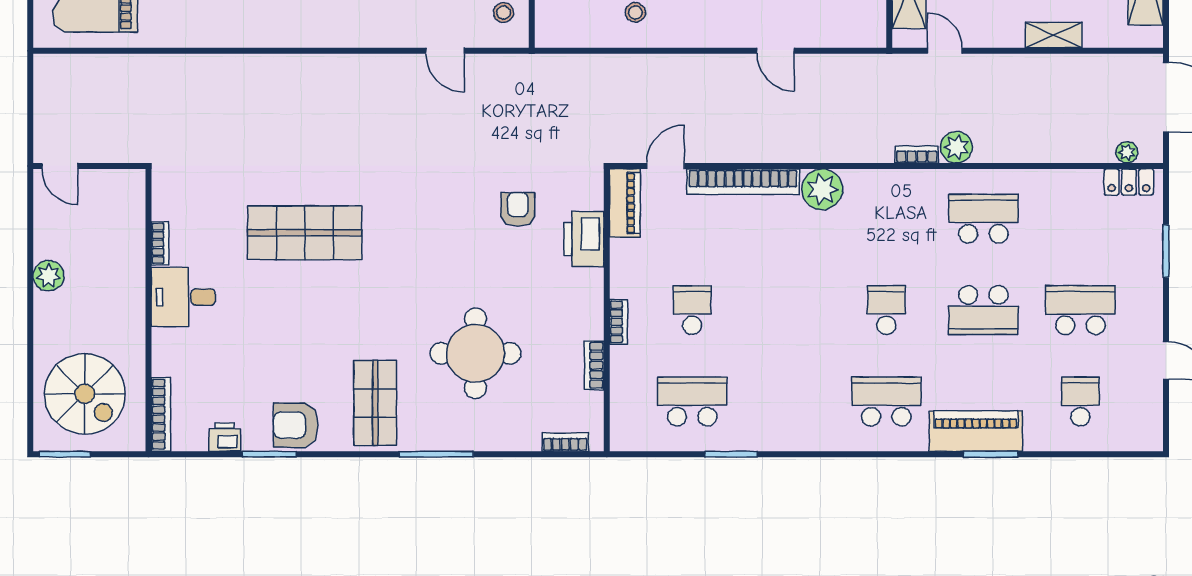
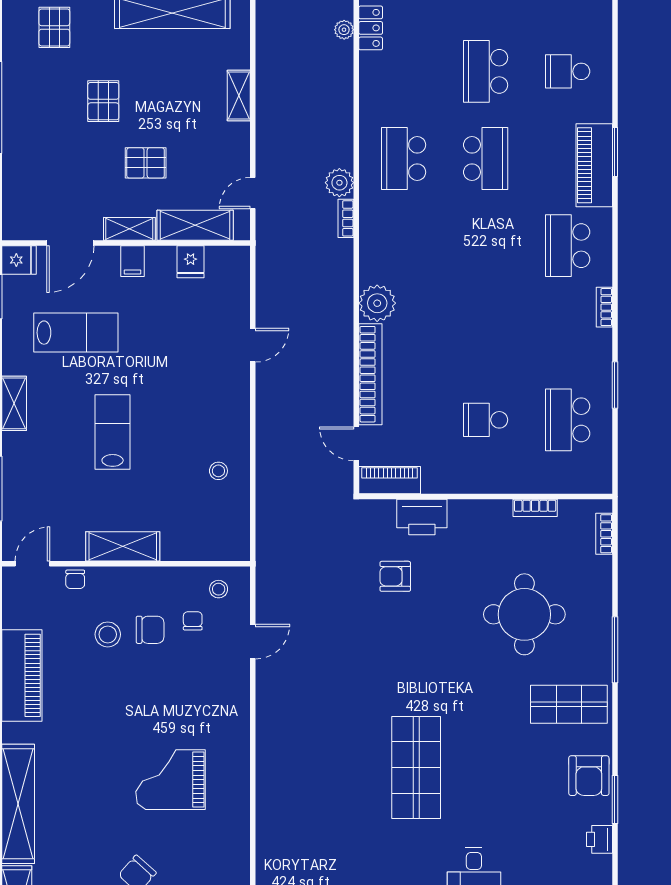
school desk: (886, 310) -> (486, 246), removed
bookcase: (619, 322) -> (604, 307), moved, turned -90

